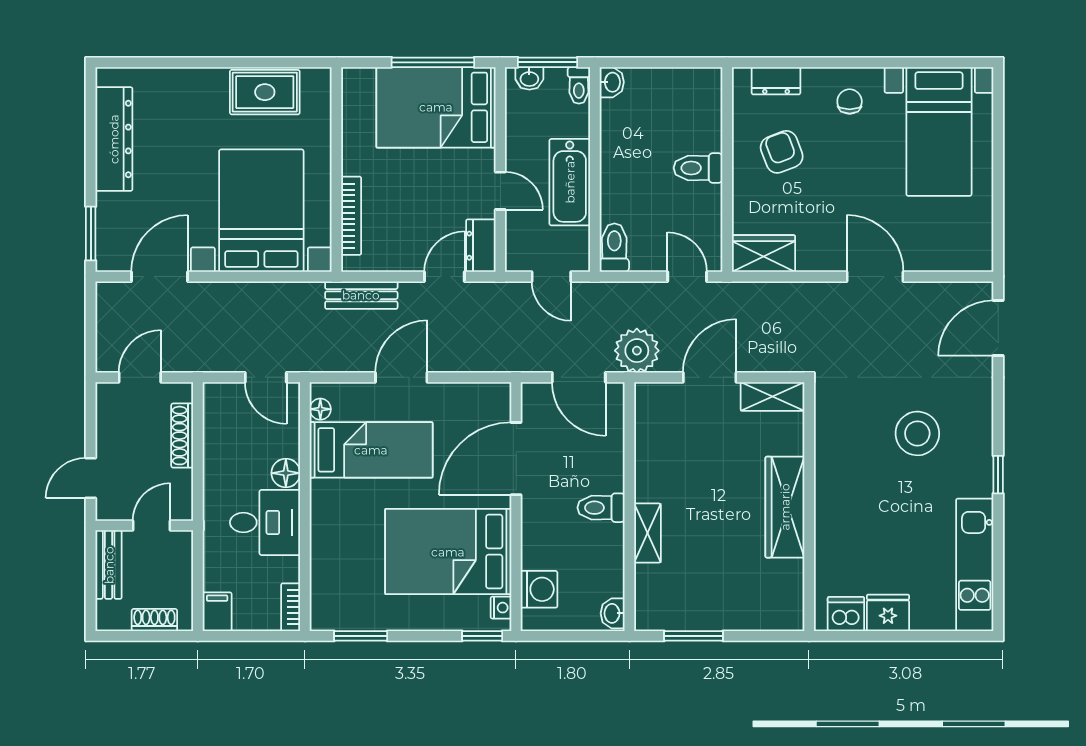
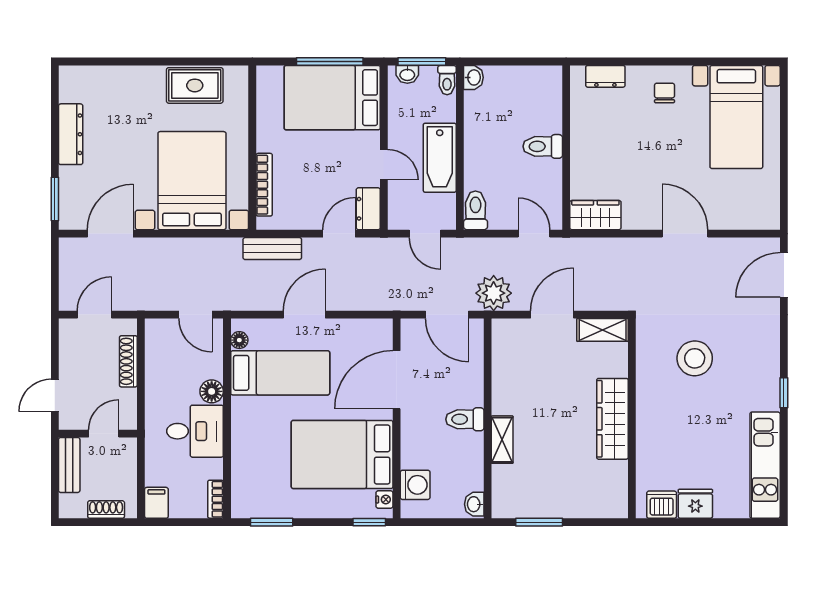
dresser: (114, 139) -> (71, 134), width x0.73, depth x0.80
armchair: (782, 152) -> (610, 133), removed
stool: (917, 433) -> (695, 358), moved

